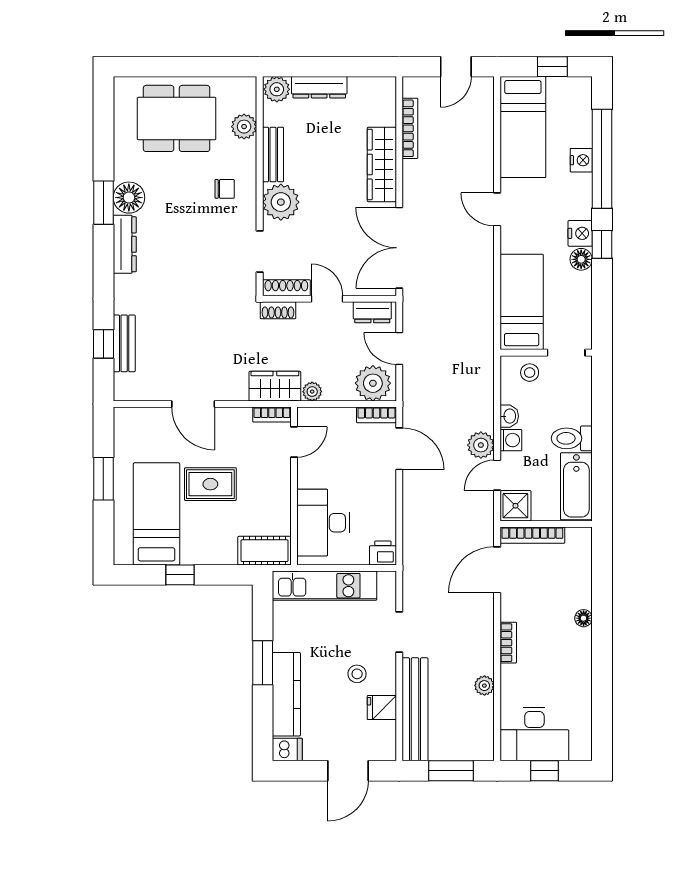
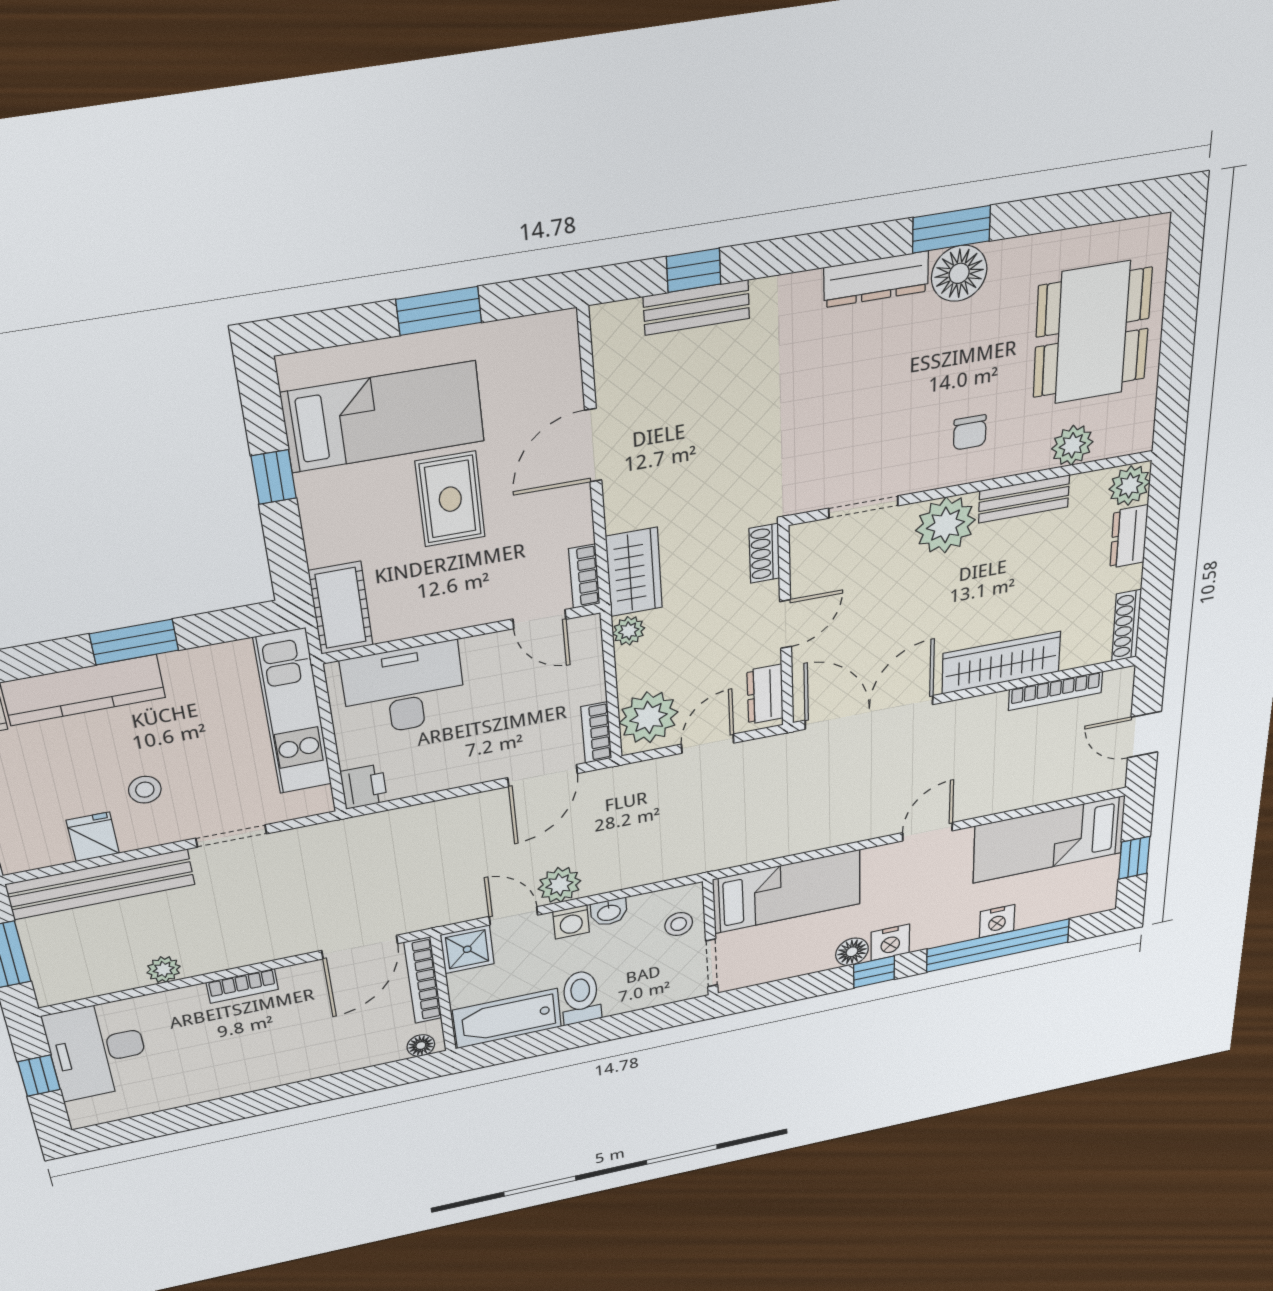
dresser: (319, 87) -> (1129, 537), width x0.70
shoe rack: (286, 288) -> (1127, 626), moved, turned 180
door: (497, 570) -> (360, 947), swing flipped
floor lamp: (584, 618) -> (421, 1046), moved

